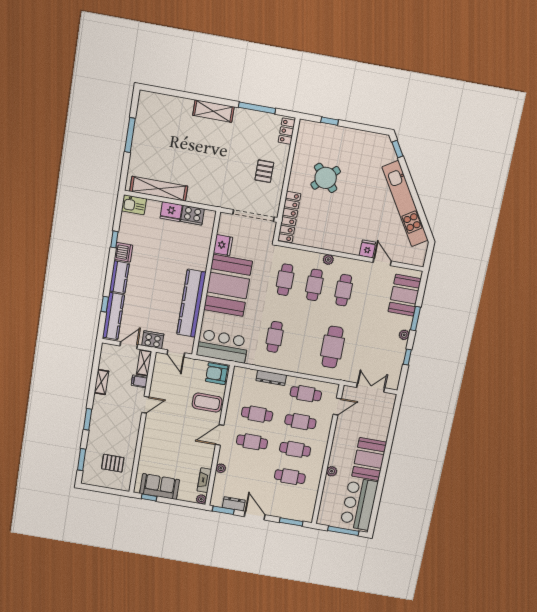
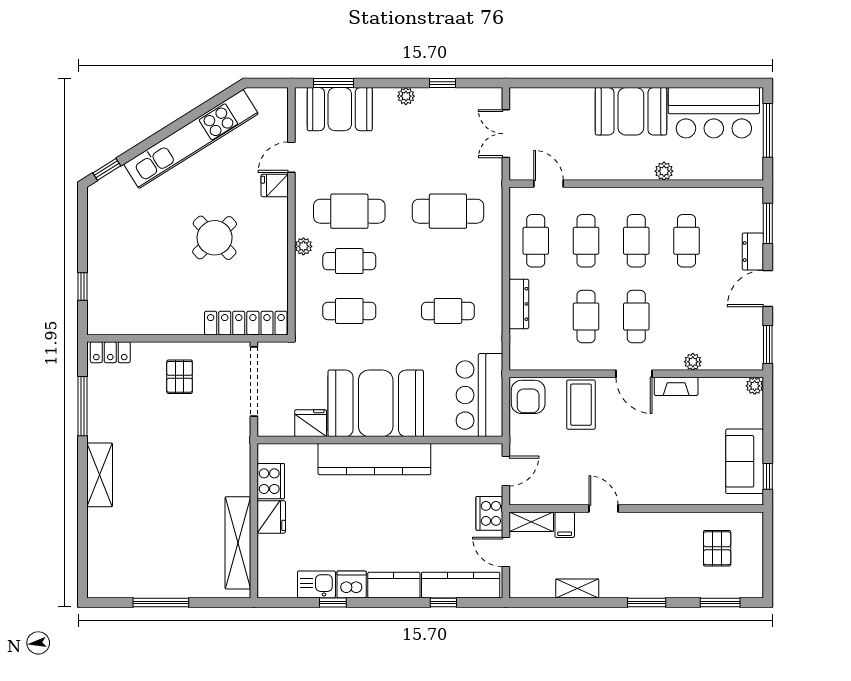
pallet: (264, 171) -> (180, 377), turned 90
round table: (326, 178) -> (215, 238), moved
kitchen sink: (134, 205) -> (316, 584), moved, turned -90
cafe table: (344, 290) -> (349, 211), width x1.37, depth x1.35
kitchen counter: (191, 303) -> (374, 459), moved
window: (415, 319) -> (334, 83), moved
fireplace: (204, 480) -> (676, 386), moved
dresser: (234, 504) -> (753, 252), moved

